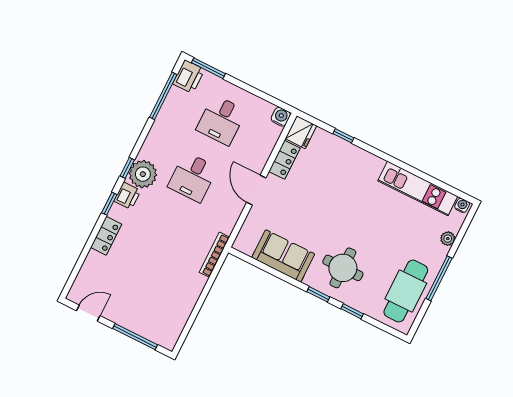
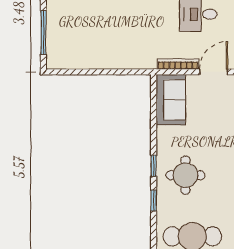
bookcase: (214, 255) -> (178, 64), moved
sofa: (283, 256) -> (171, 100), moved

